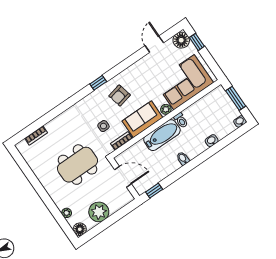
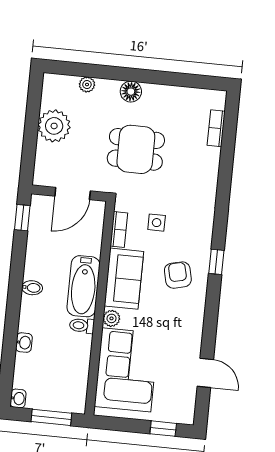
floor lamp: (181, 40) -> (182, 411), removed
dining table: (77, 165) -> (136, 149), width x0.73
floor lamp: (80, 229) -> (131, 92), moved

